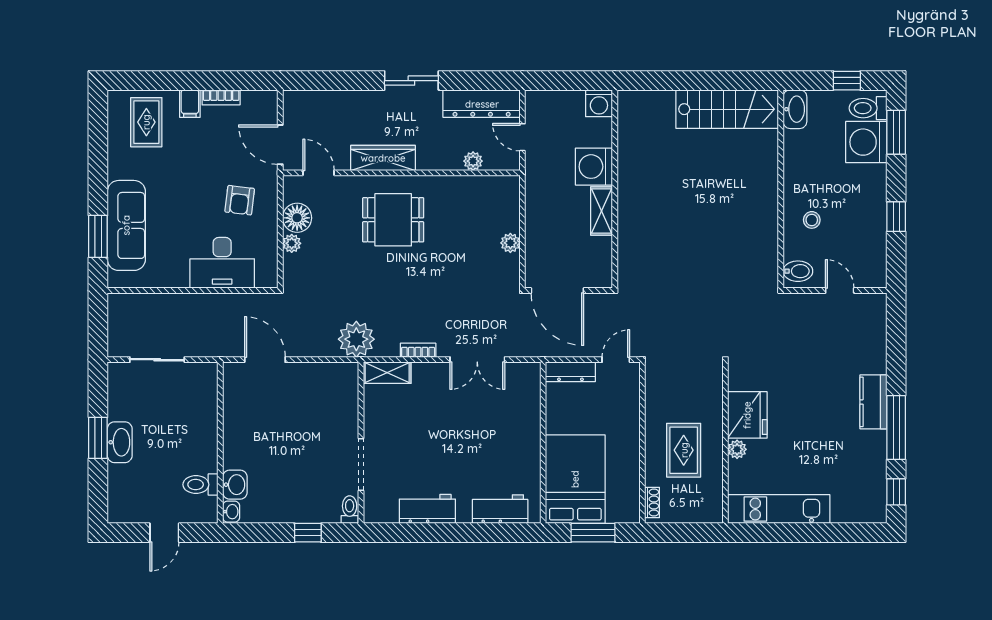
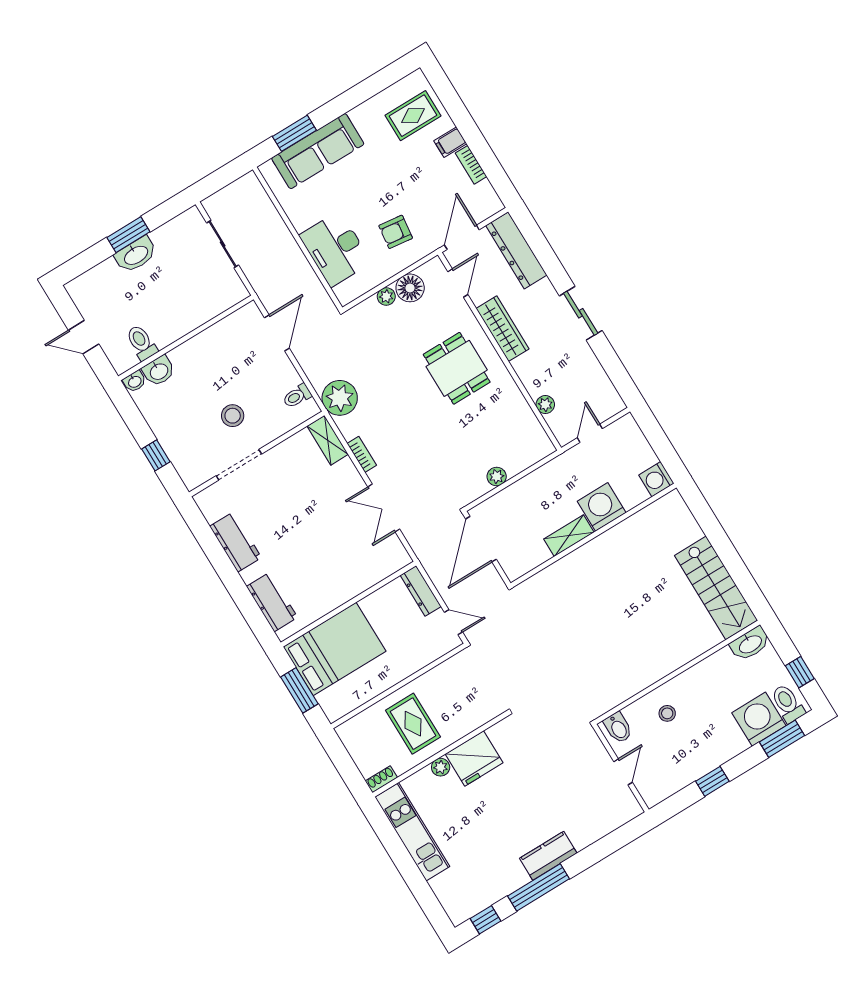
dresser: (482, 104) -> (516, 250), moved
stool: (314, 443) -> (233, 416), added
rug: (684, 450) -> (413, 724), turned 90
shoe rack: (652, 502) -> (381, 779), moved, turned 180
toilet: (350, 510) -> (297, 396), moved, turned 180

